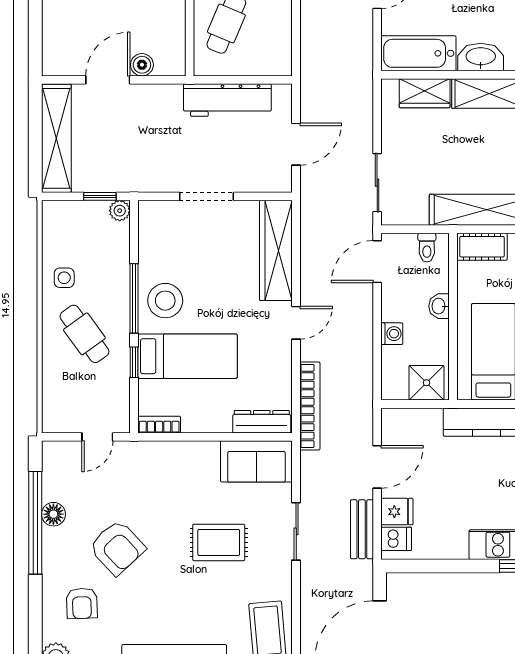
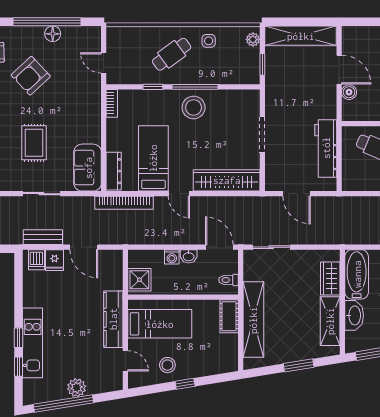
plant: (120, 211) -> (253, 39), moved
washbasin: (439, 306) -> (189, 256), moved, turned 180
bed: (187, 356) -> (153, 158), moved, turned 180

